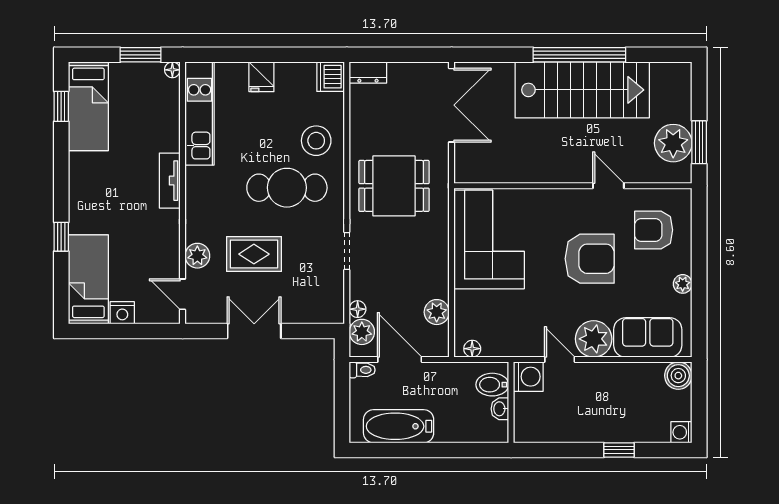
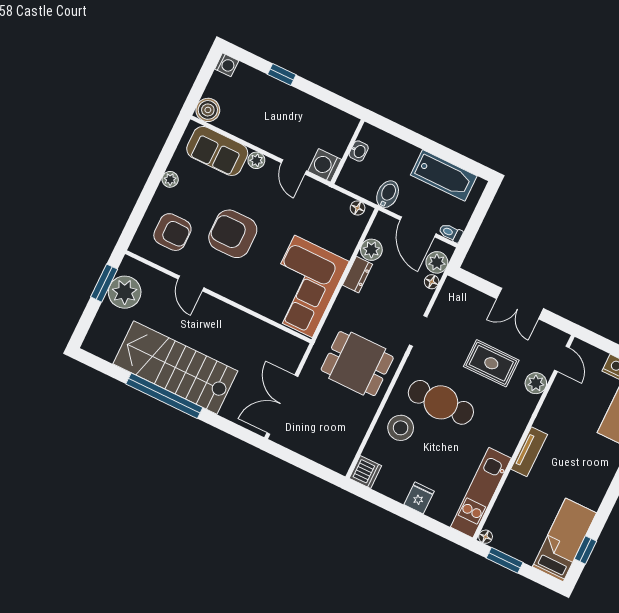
dresser: (368, 72) -> (357, 275), moved, turned 90
plant: (594, 339) -> (256, 160), width x0.53, depth x0.53
bidet: (492, 385) -> (388, 194), moved, turned -90

